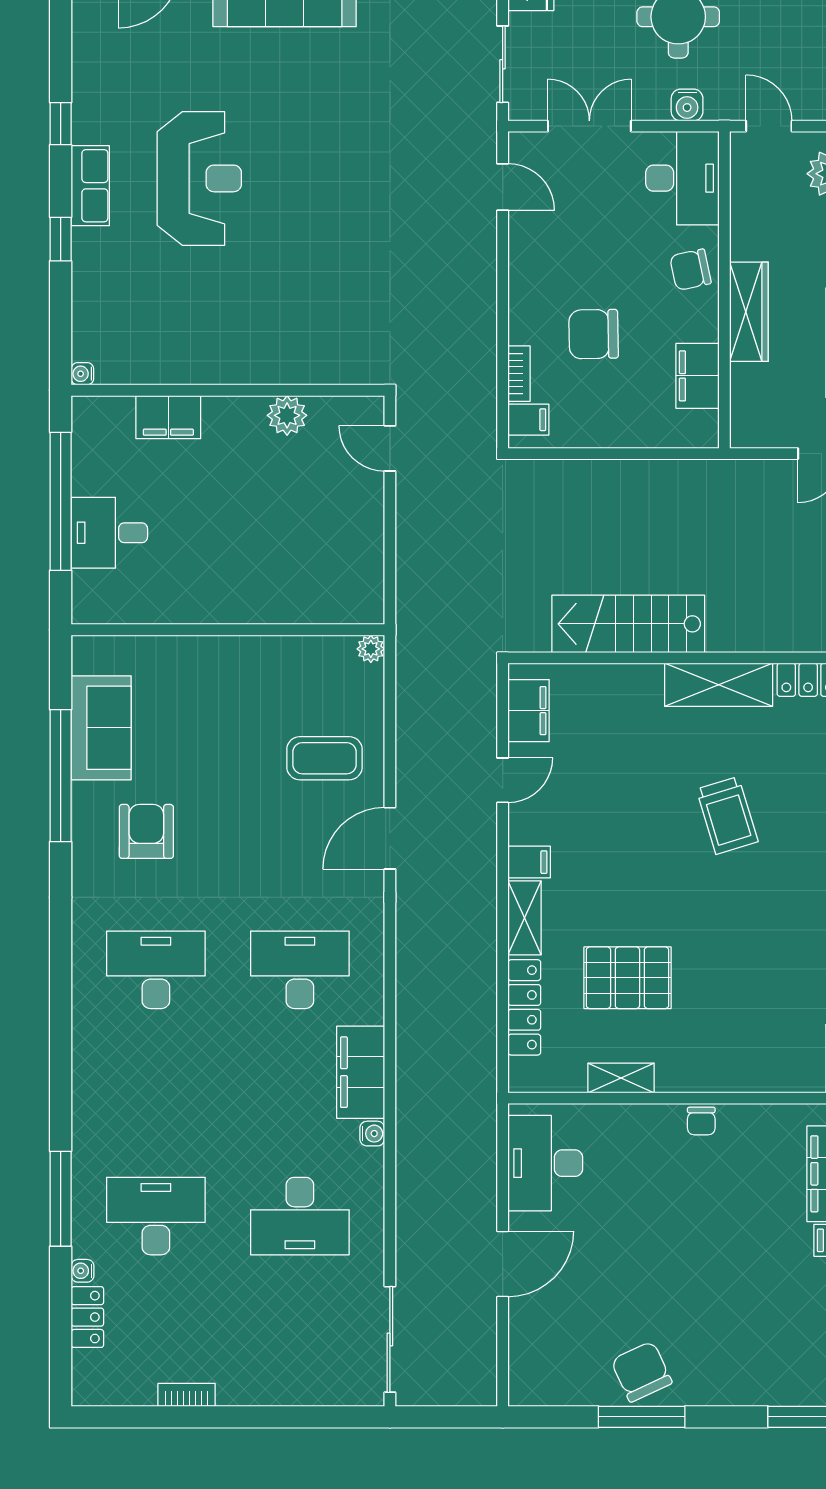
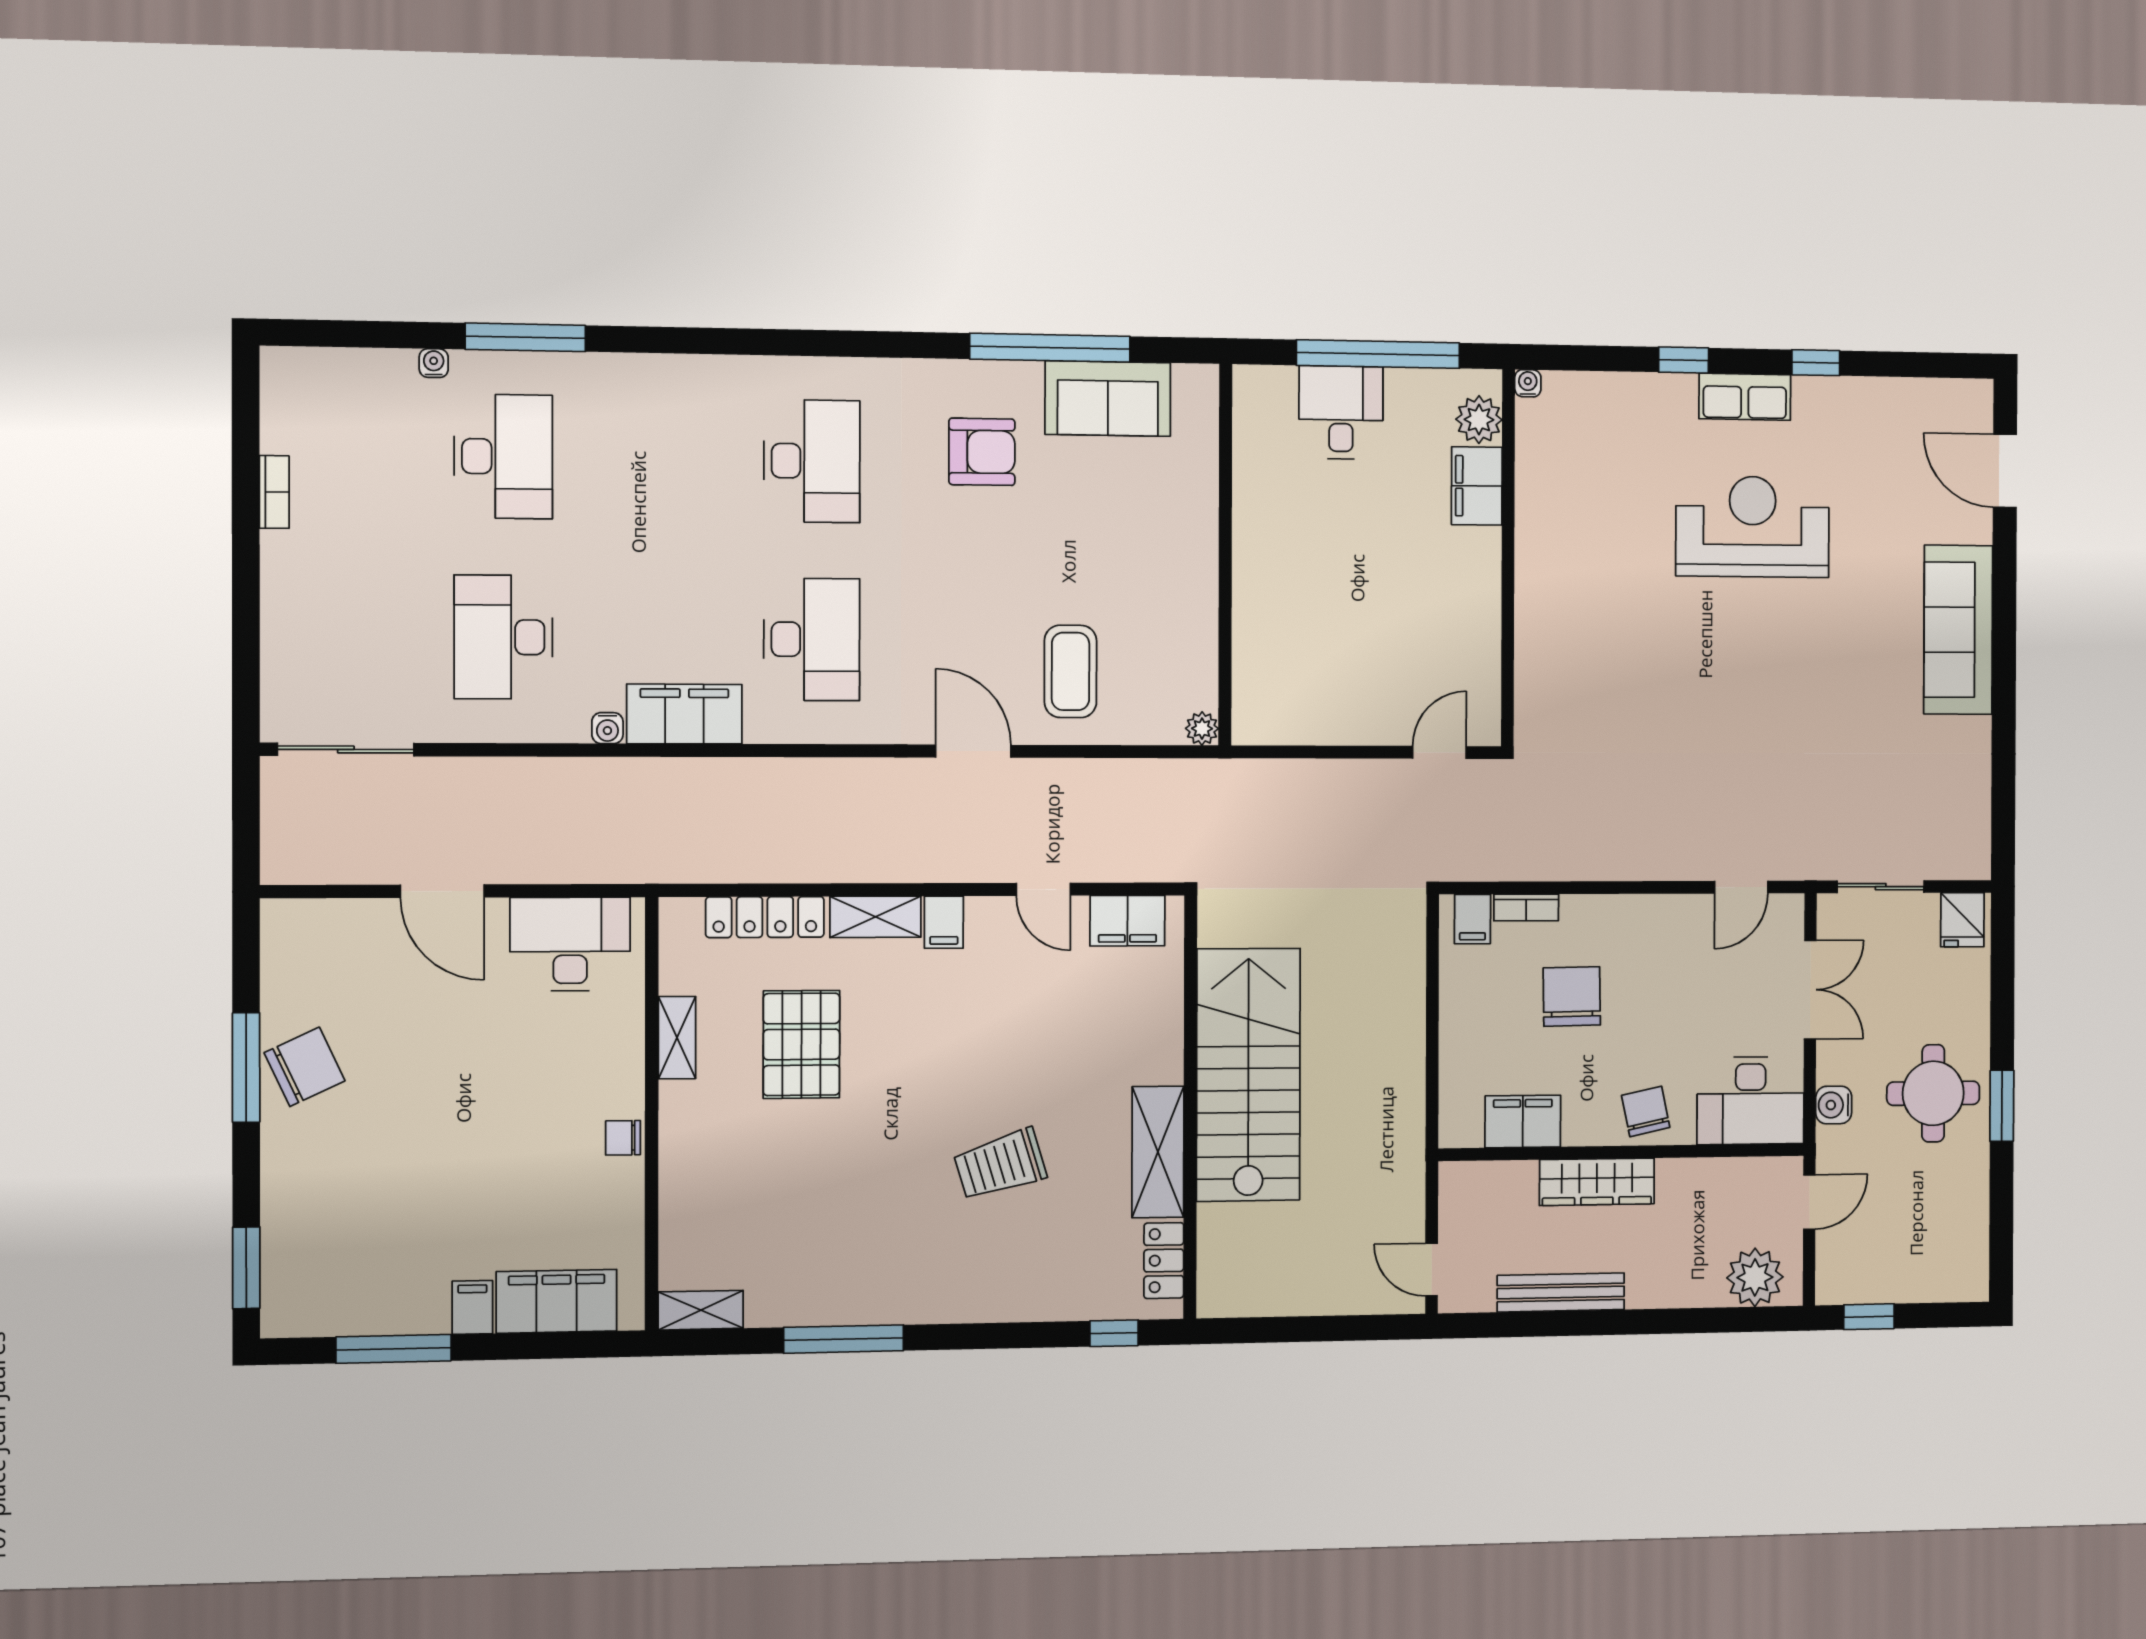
reception desk: (199, 178) -> (1753, 527), turned 180
plant: (287, 415) -> (1479, 420), moved
stairs: (628, 624) -> (1248, 1075), width x1.36, depth x1.51
locker: (87, 1317) -> (374, 368), removed

